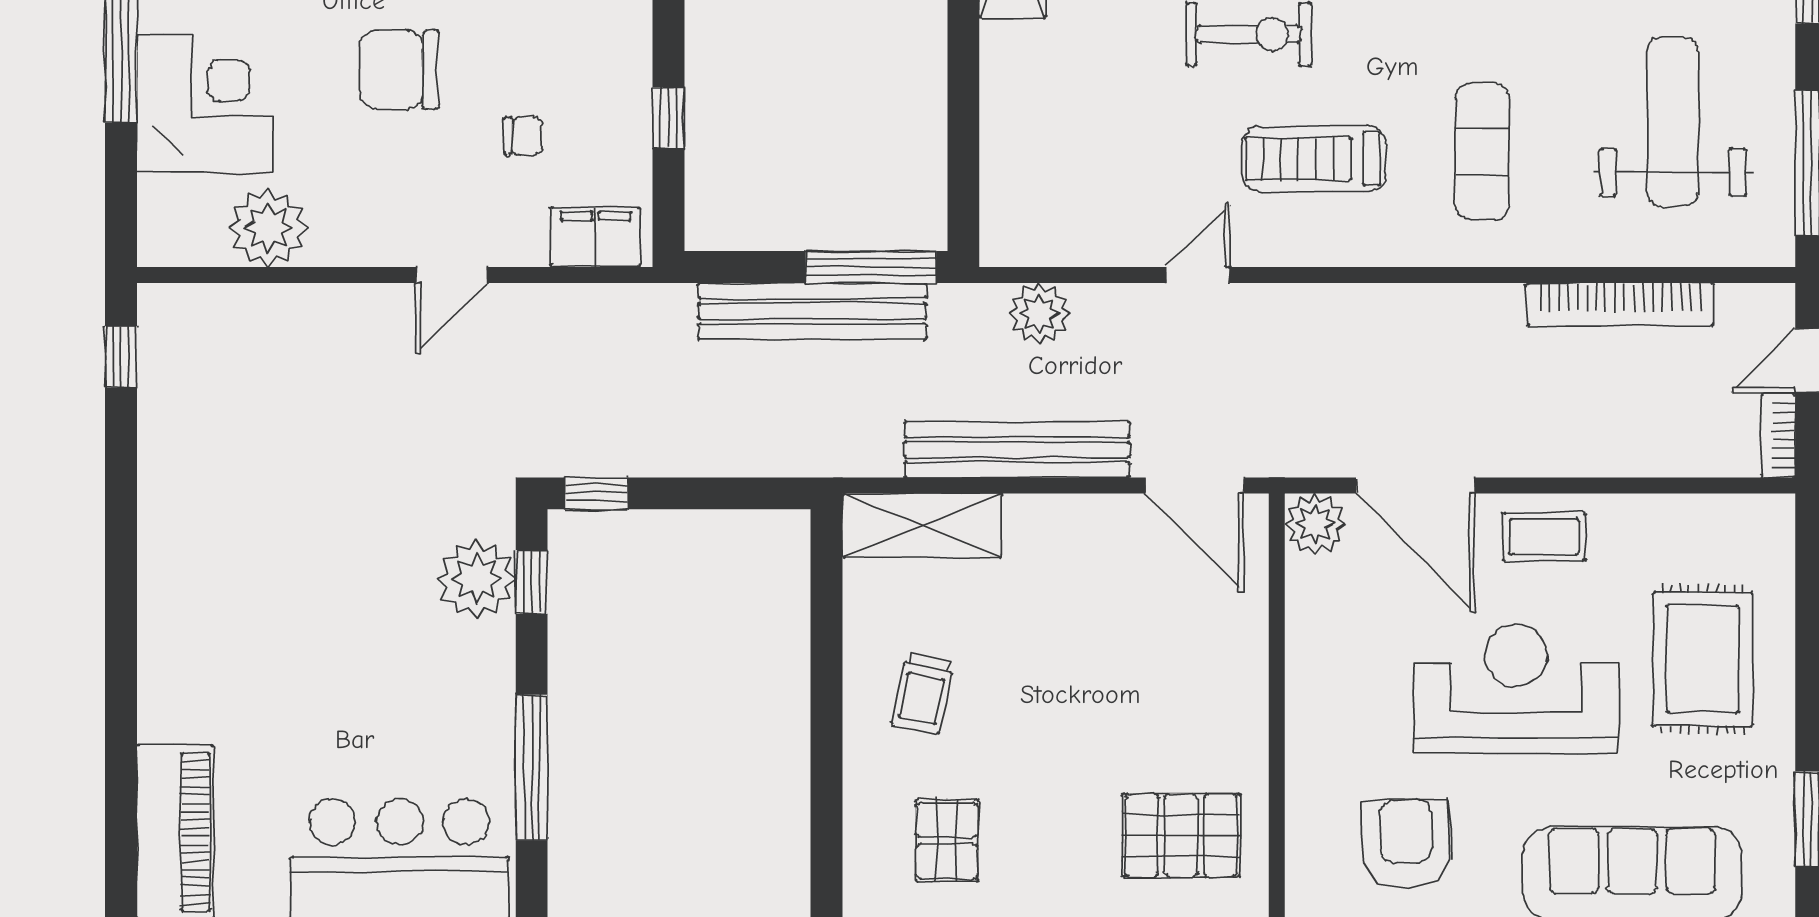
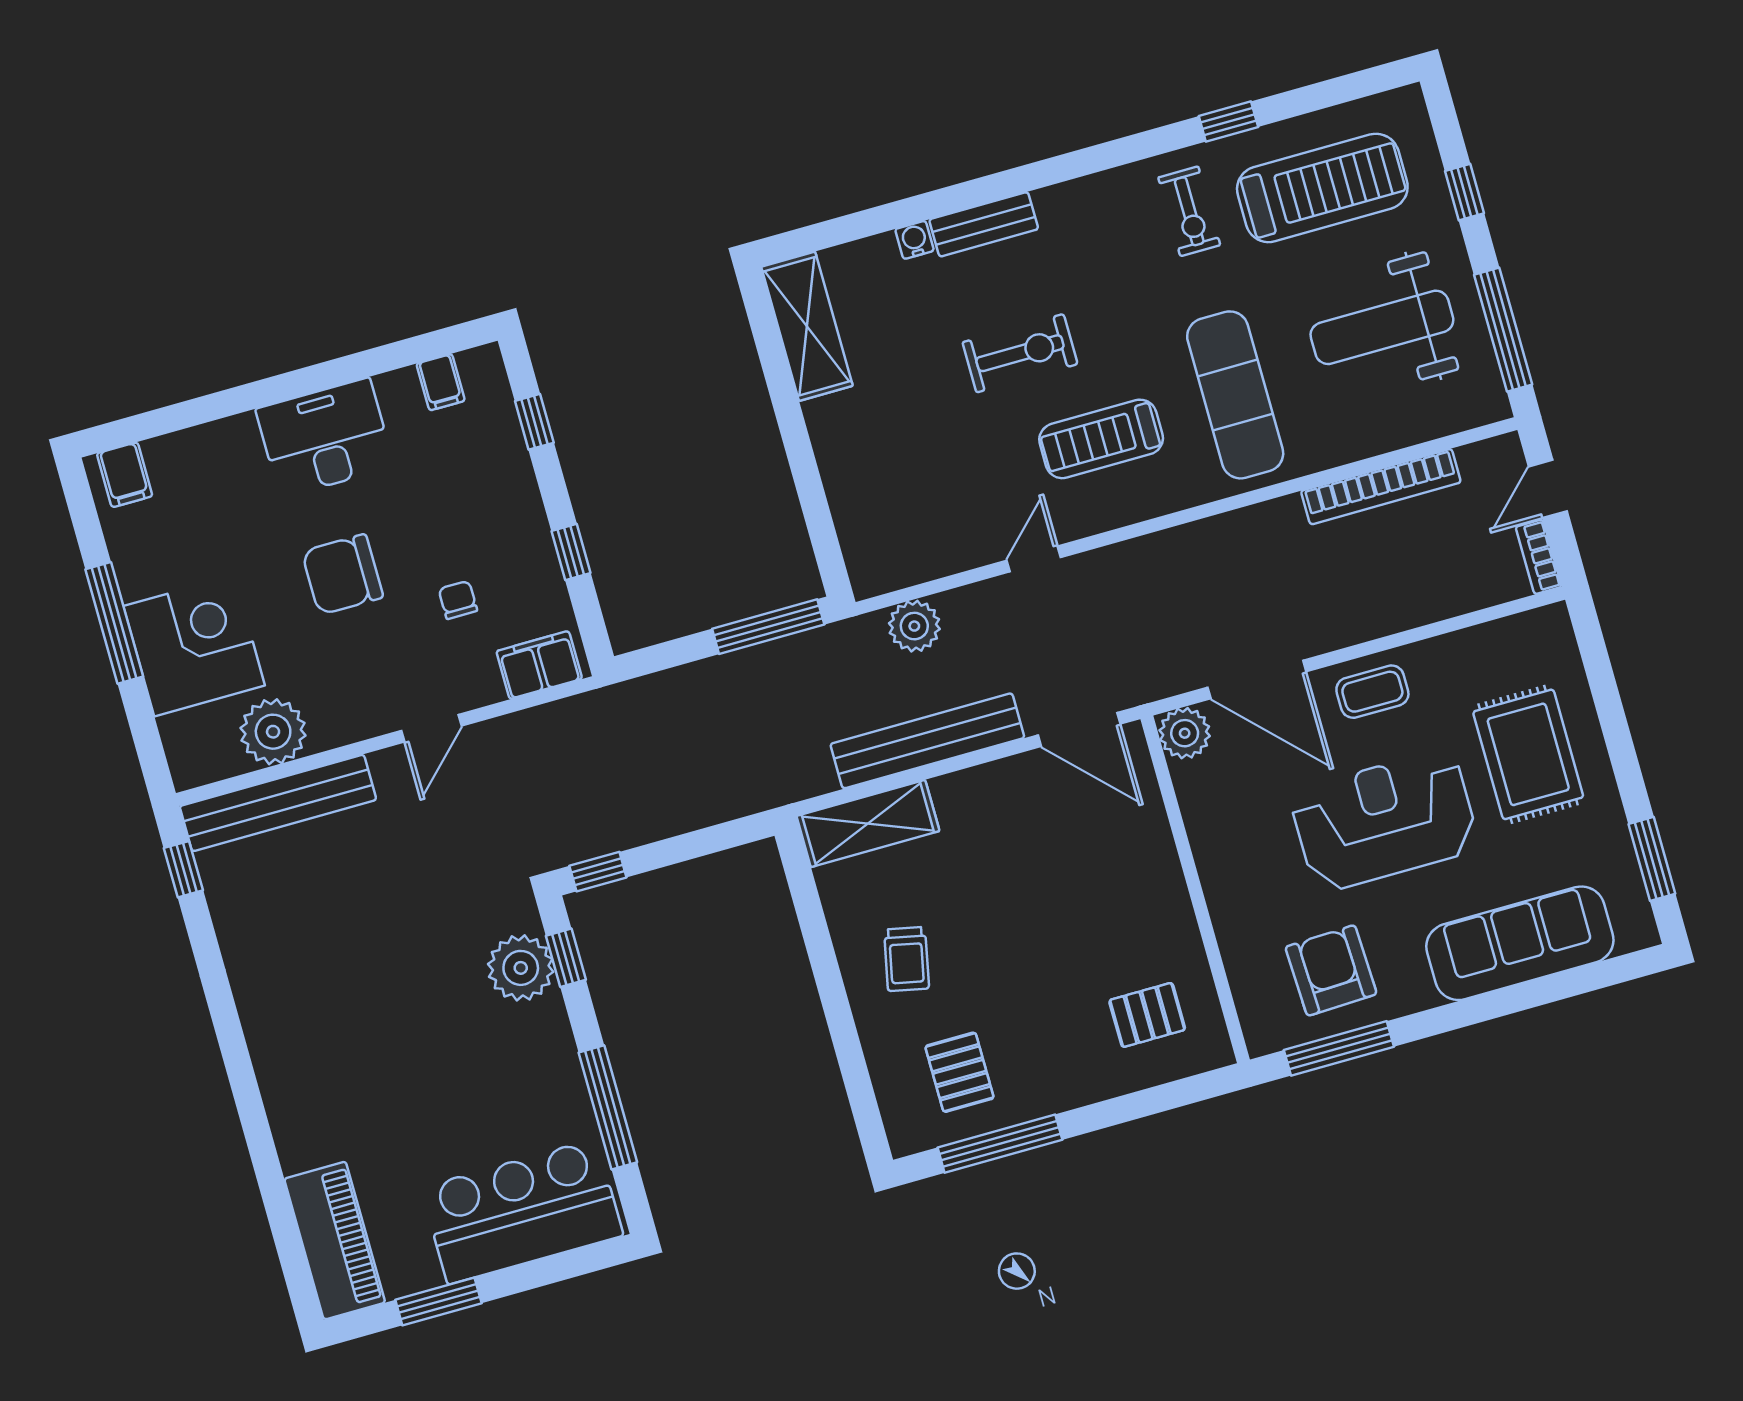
weight bench: (1673, 121) -> (1382, 327), turned -90
chair: (523, 136) -> (458, 600), turned -90
exercise mat: (1482, 152) -> (1235, 395), width x1.36, depth x1.45
bench: (812, 311) -> (278, 803), moved
pallet: (1181, 835) -> (1147, 1015), width x0.67, depth x0.71

